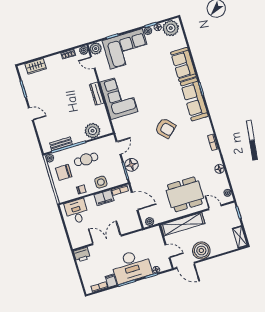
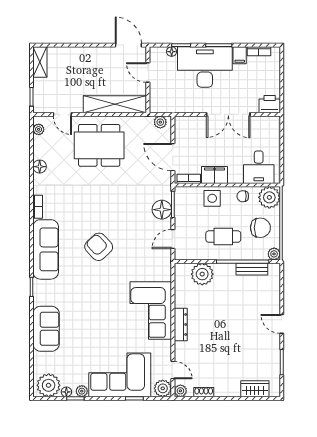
sofa: (194, 99) -> (46, 249), moved
plant: (64, 194) -> (269, 197), added
boiler: (201, 250) -> (100, 59), removed

